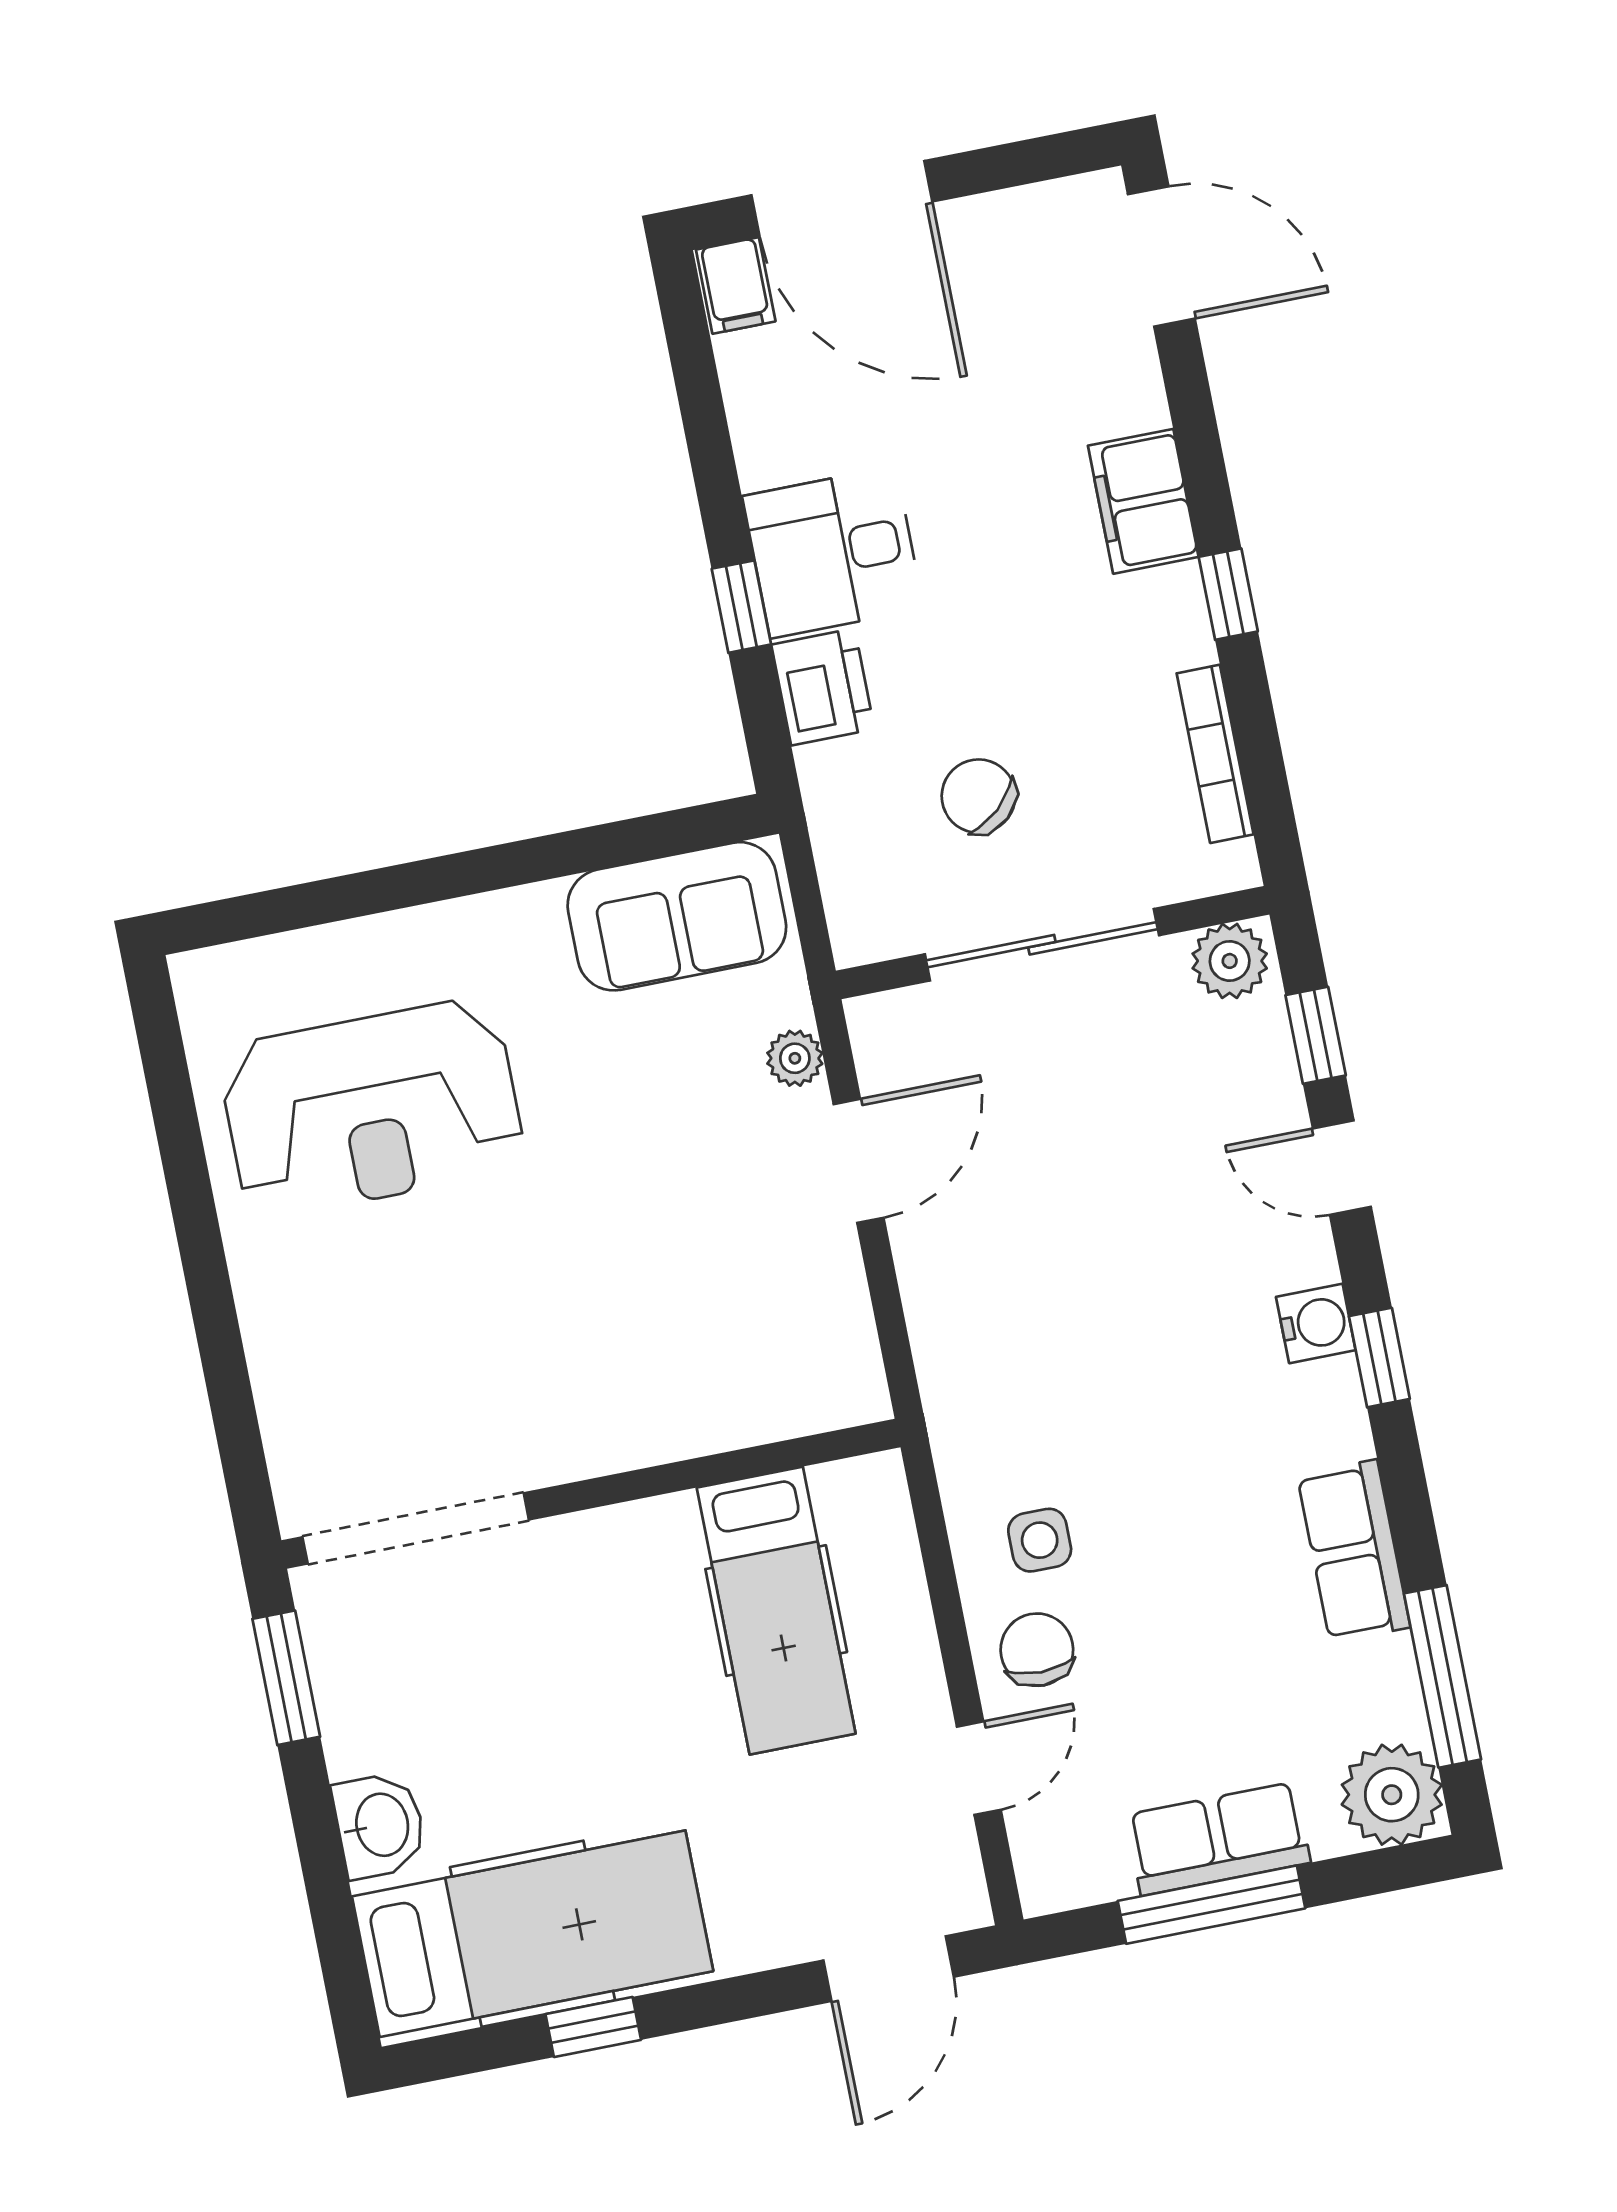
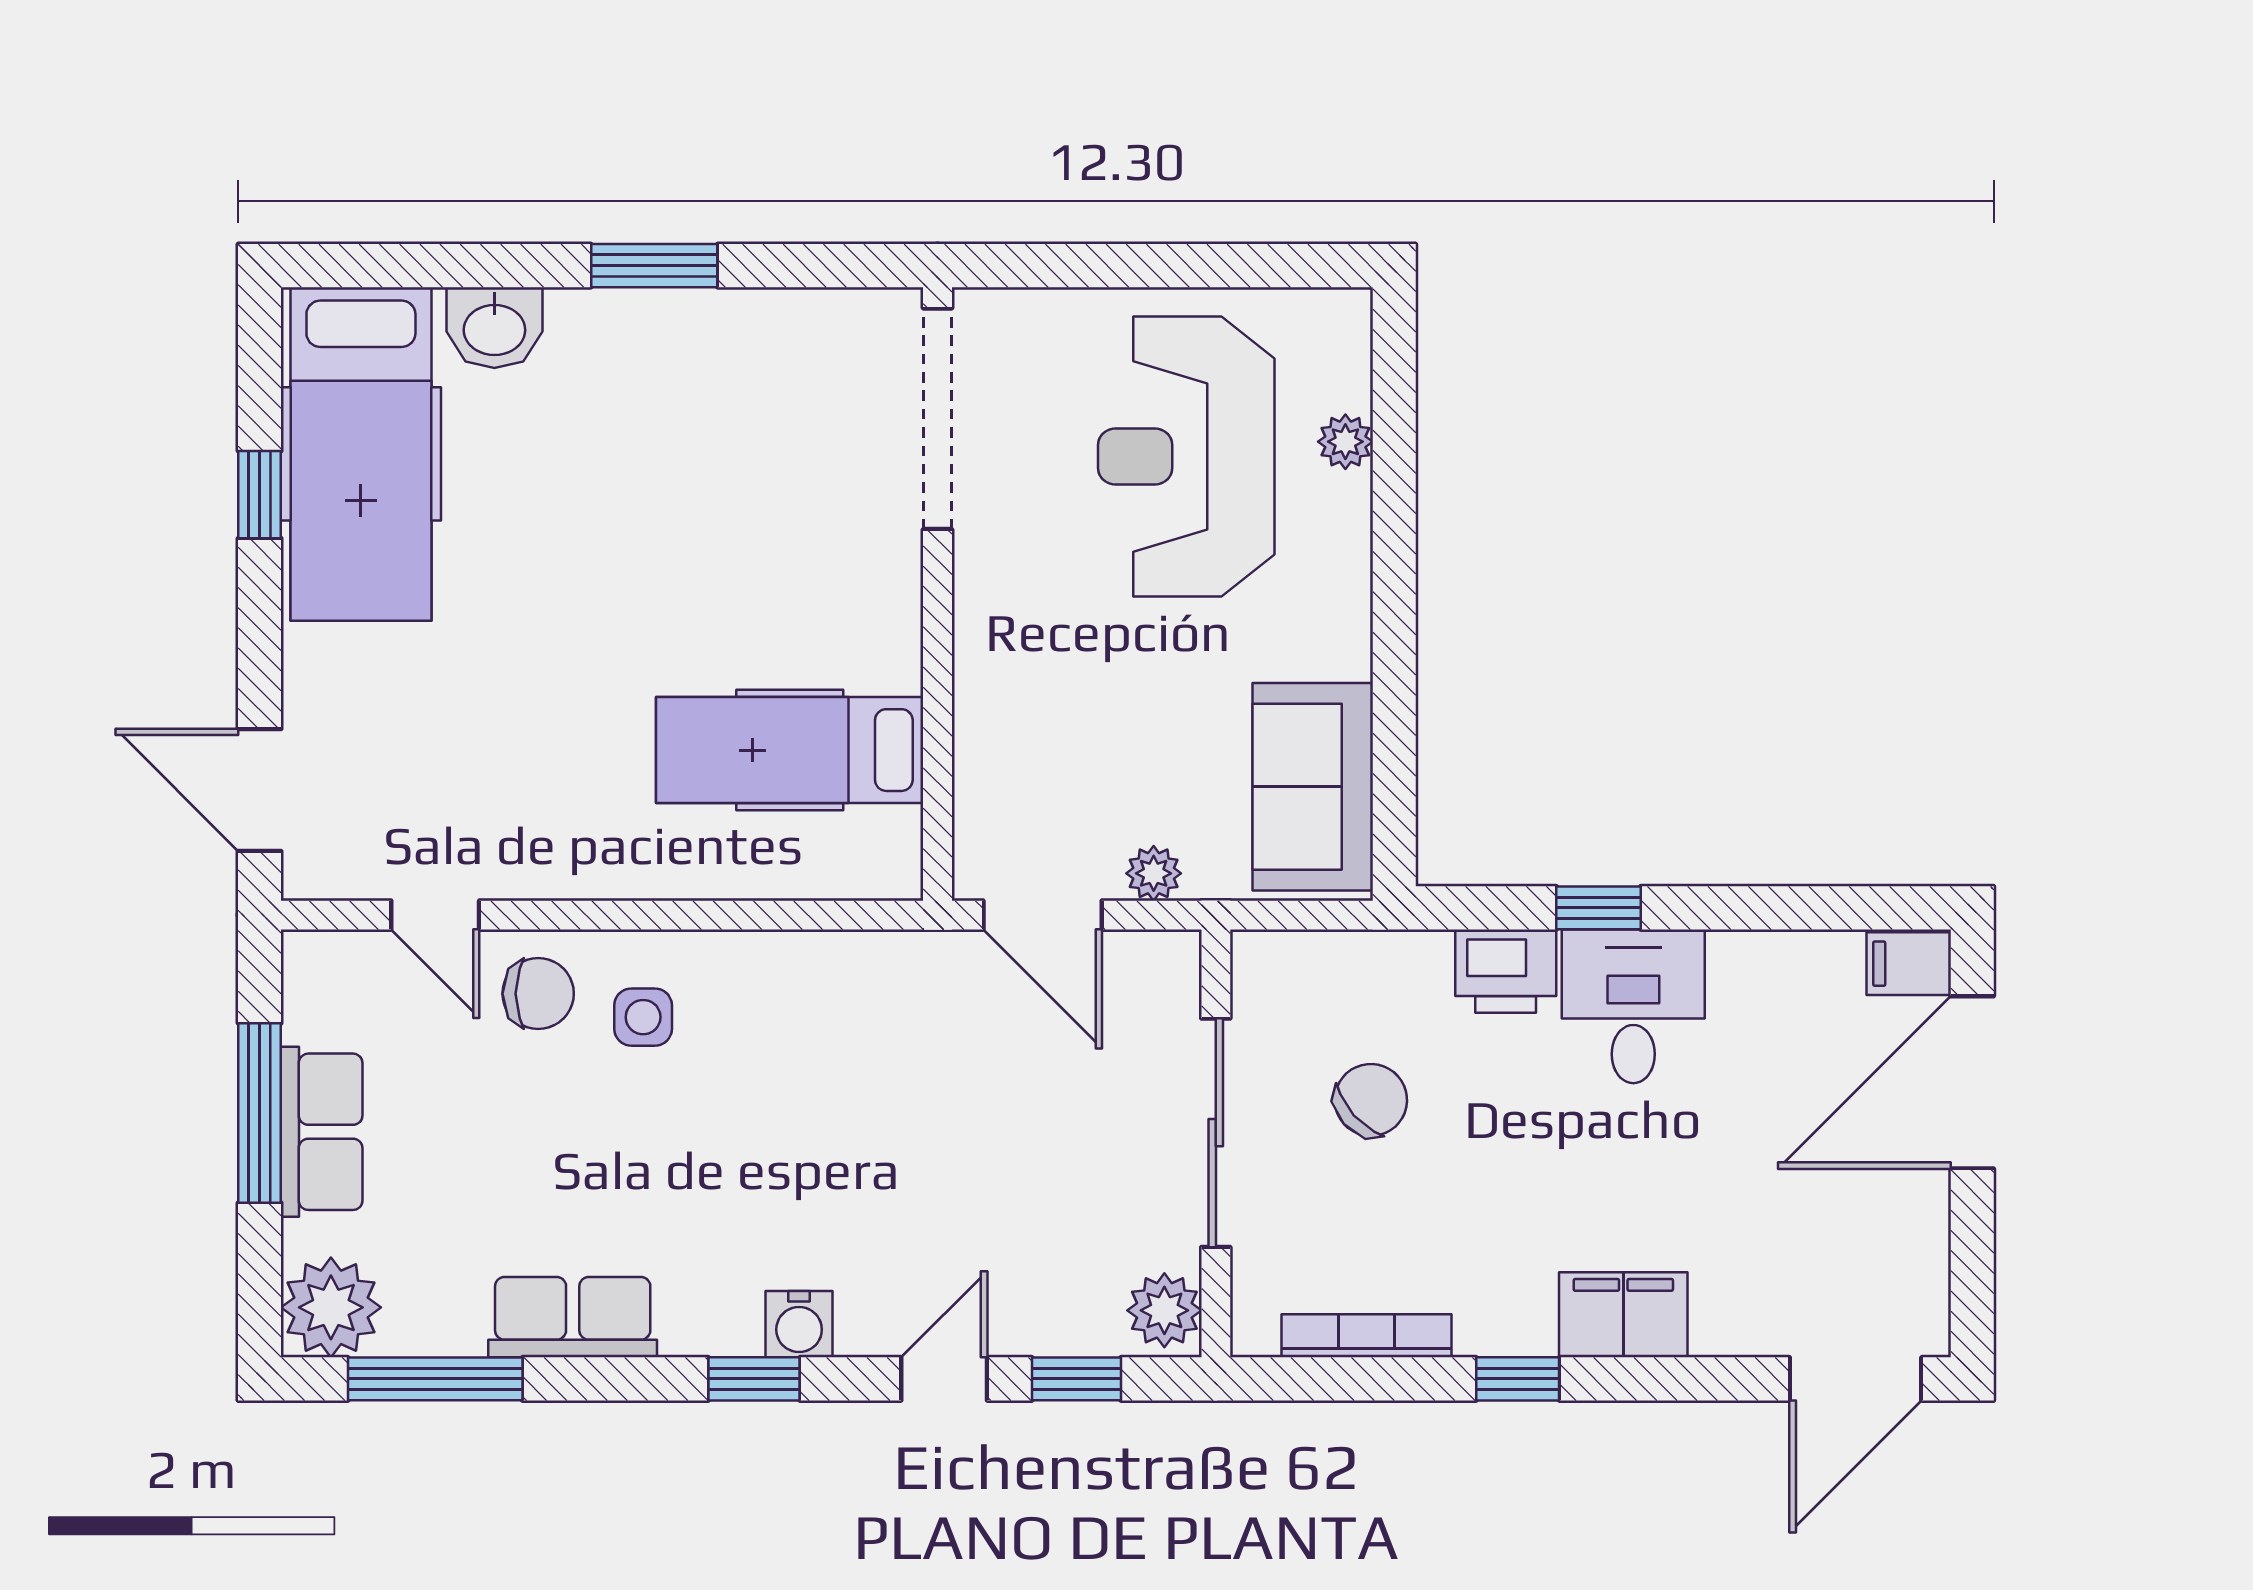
plant: (325, 952) -> (1345, 442), added
wall: (591, 1494) -> (937, 594), moved
doorway: (416, 1528) -> (937, 419), moved
hospital bed: (776, 1611) -> (790, 750), moved

